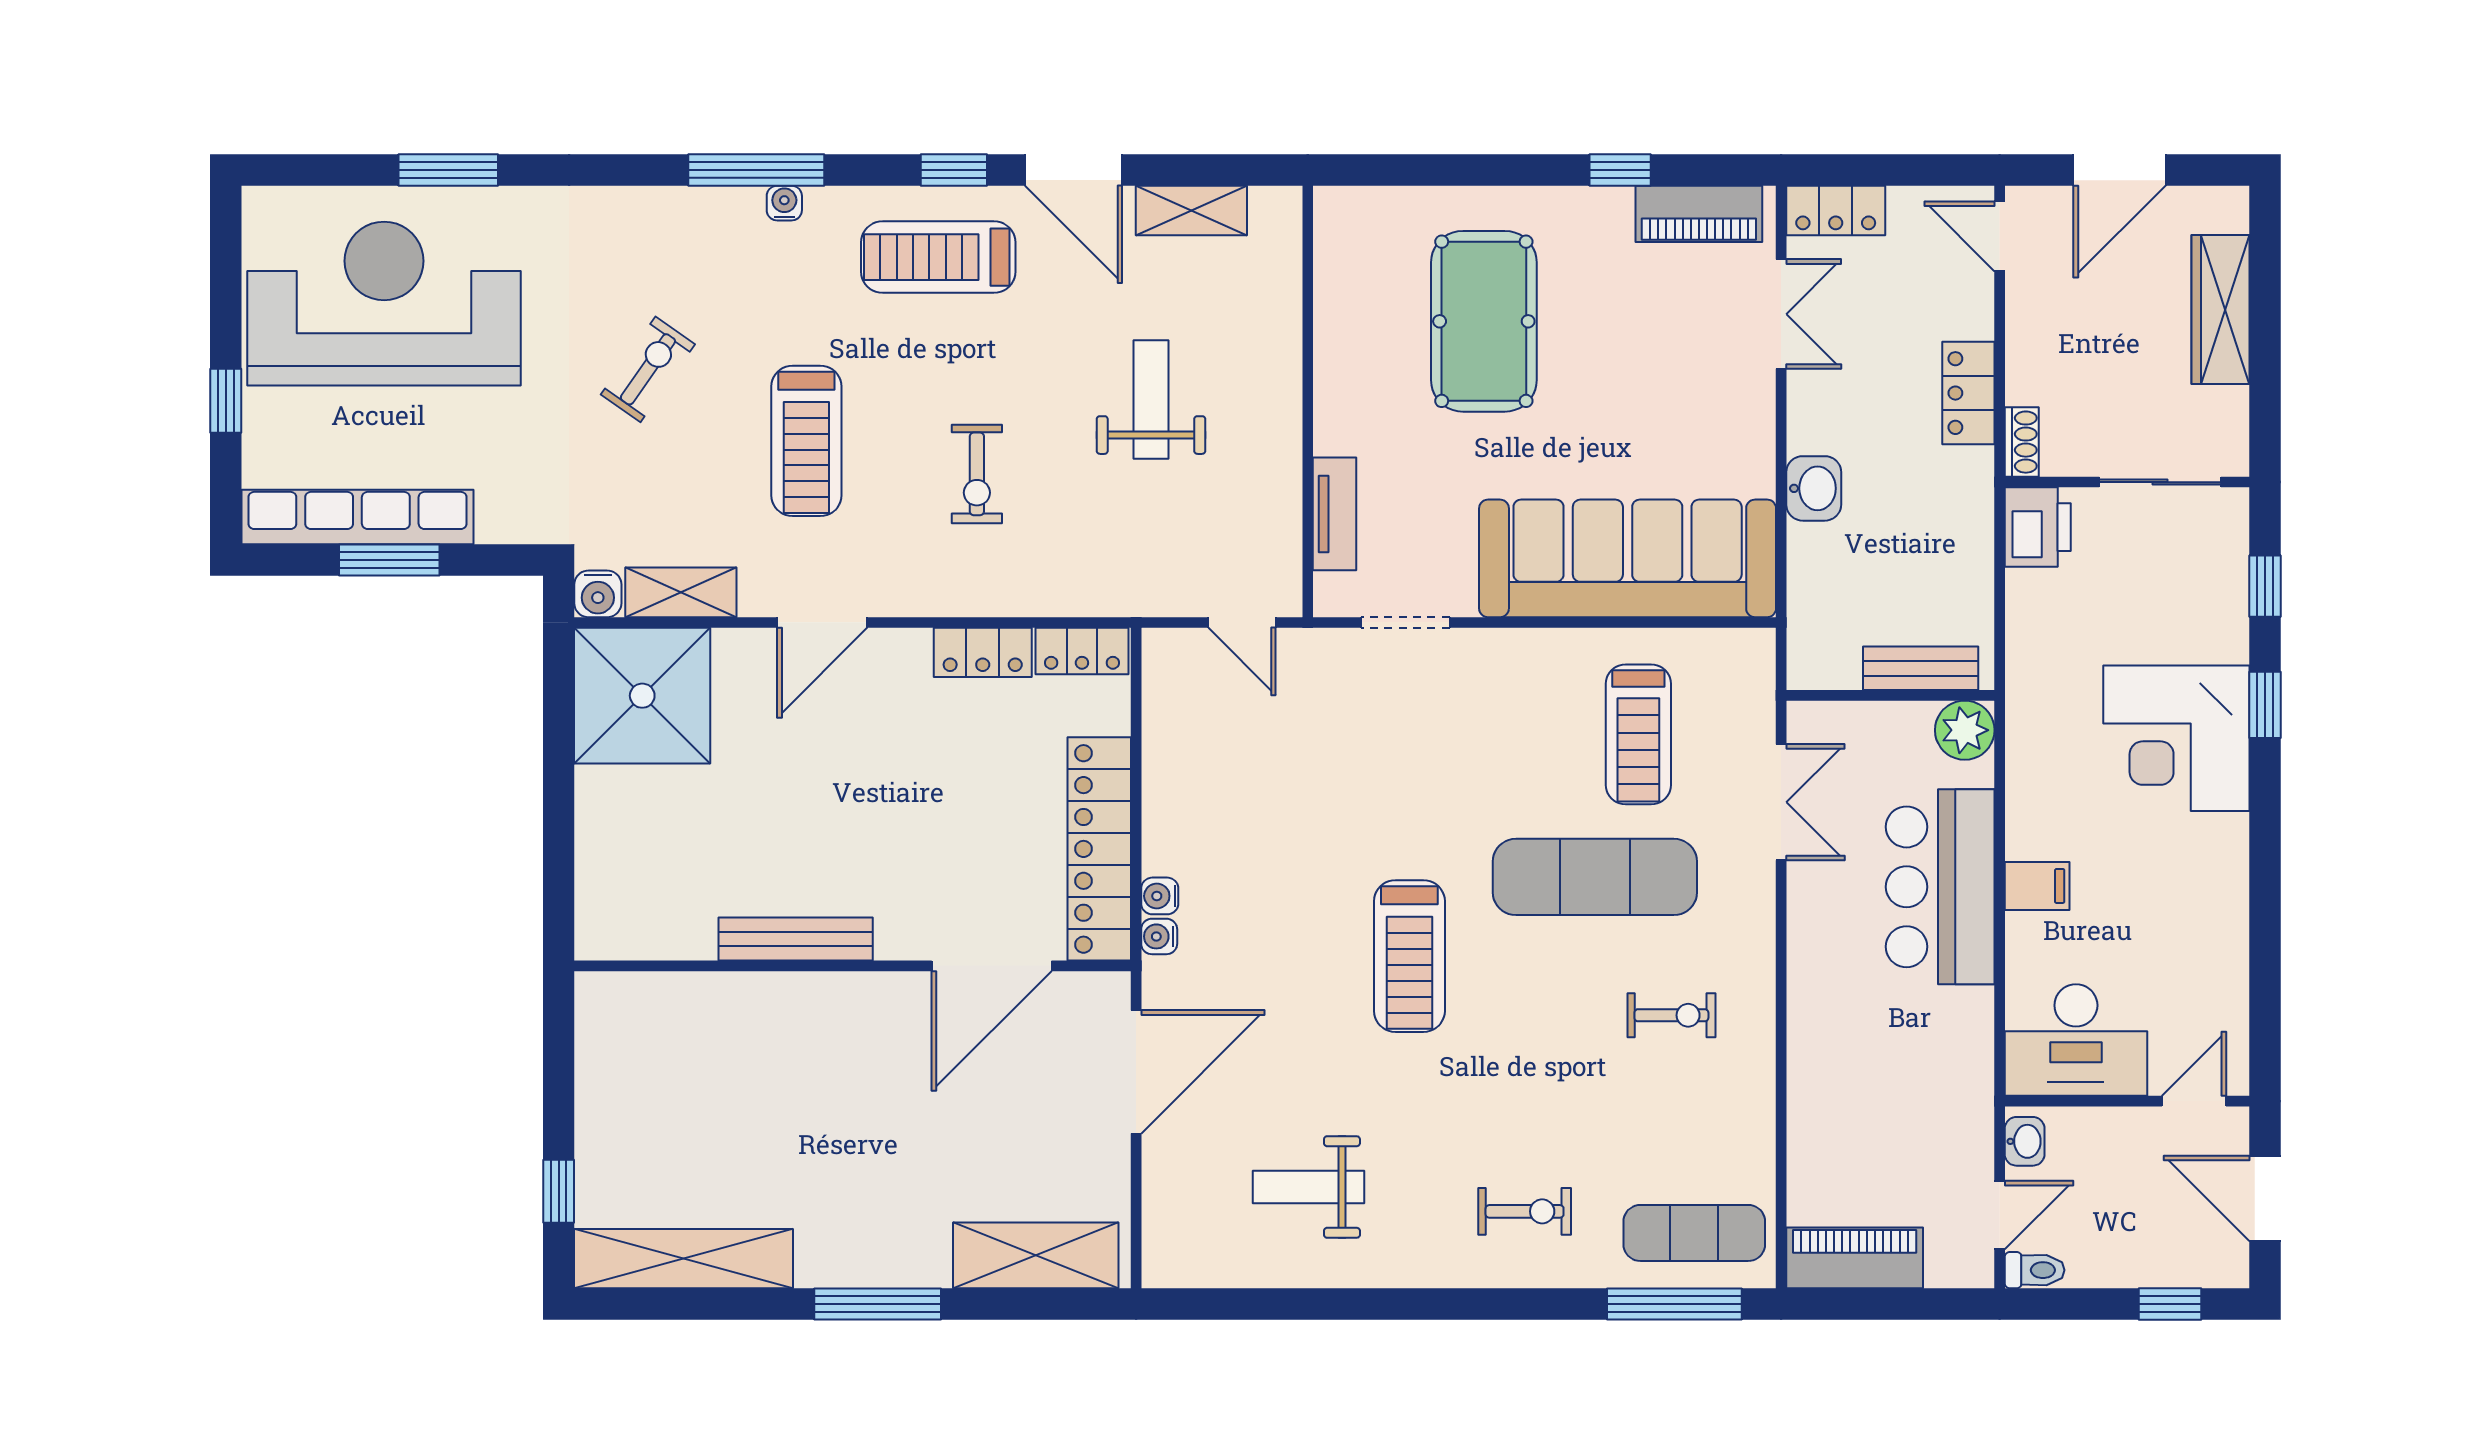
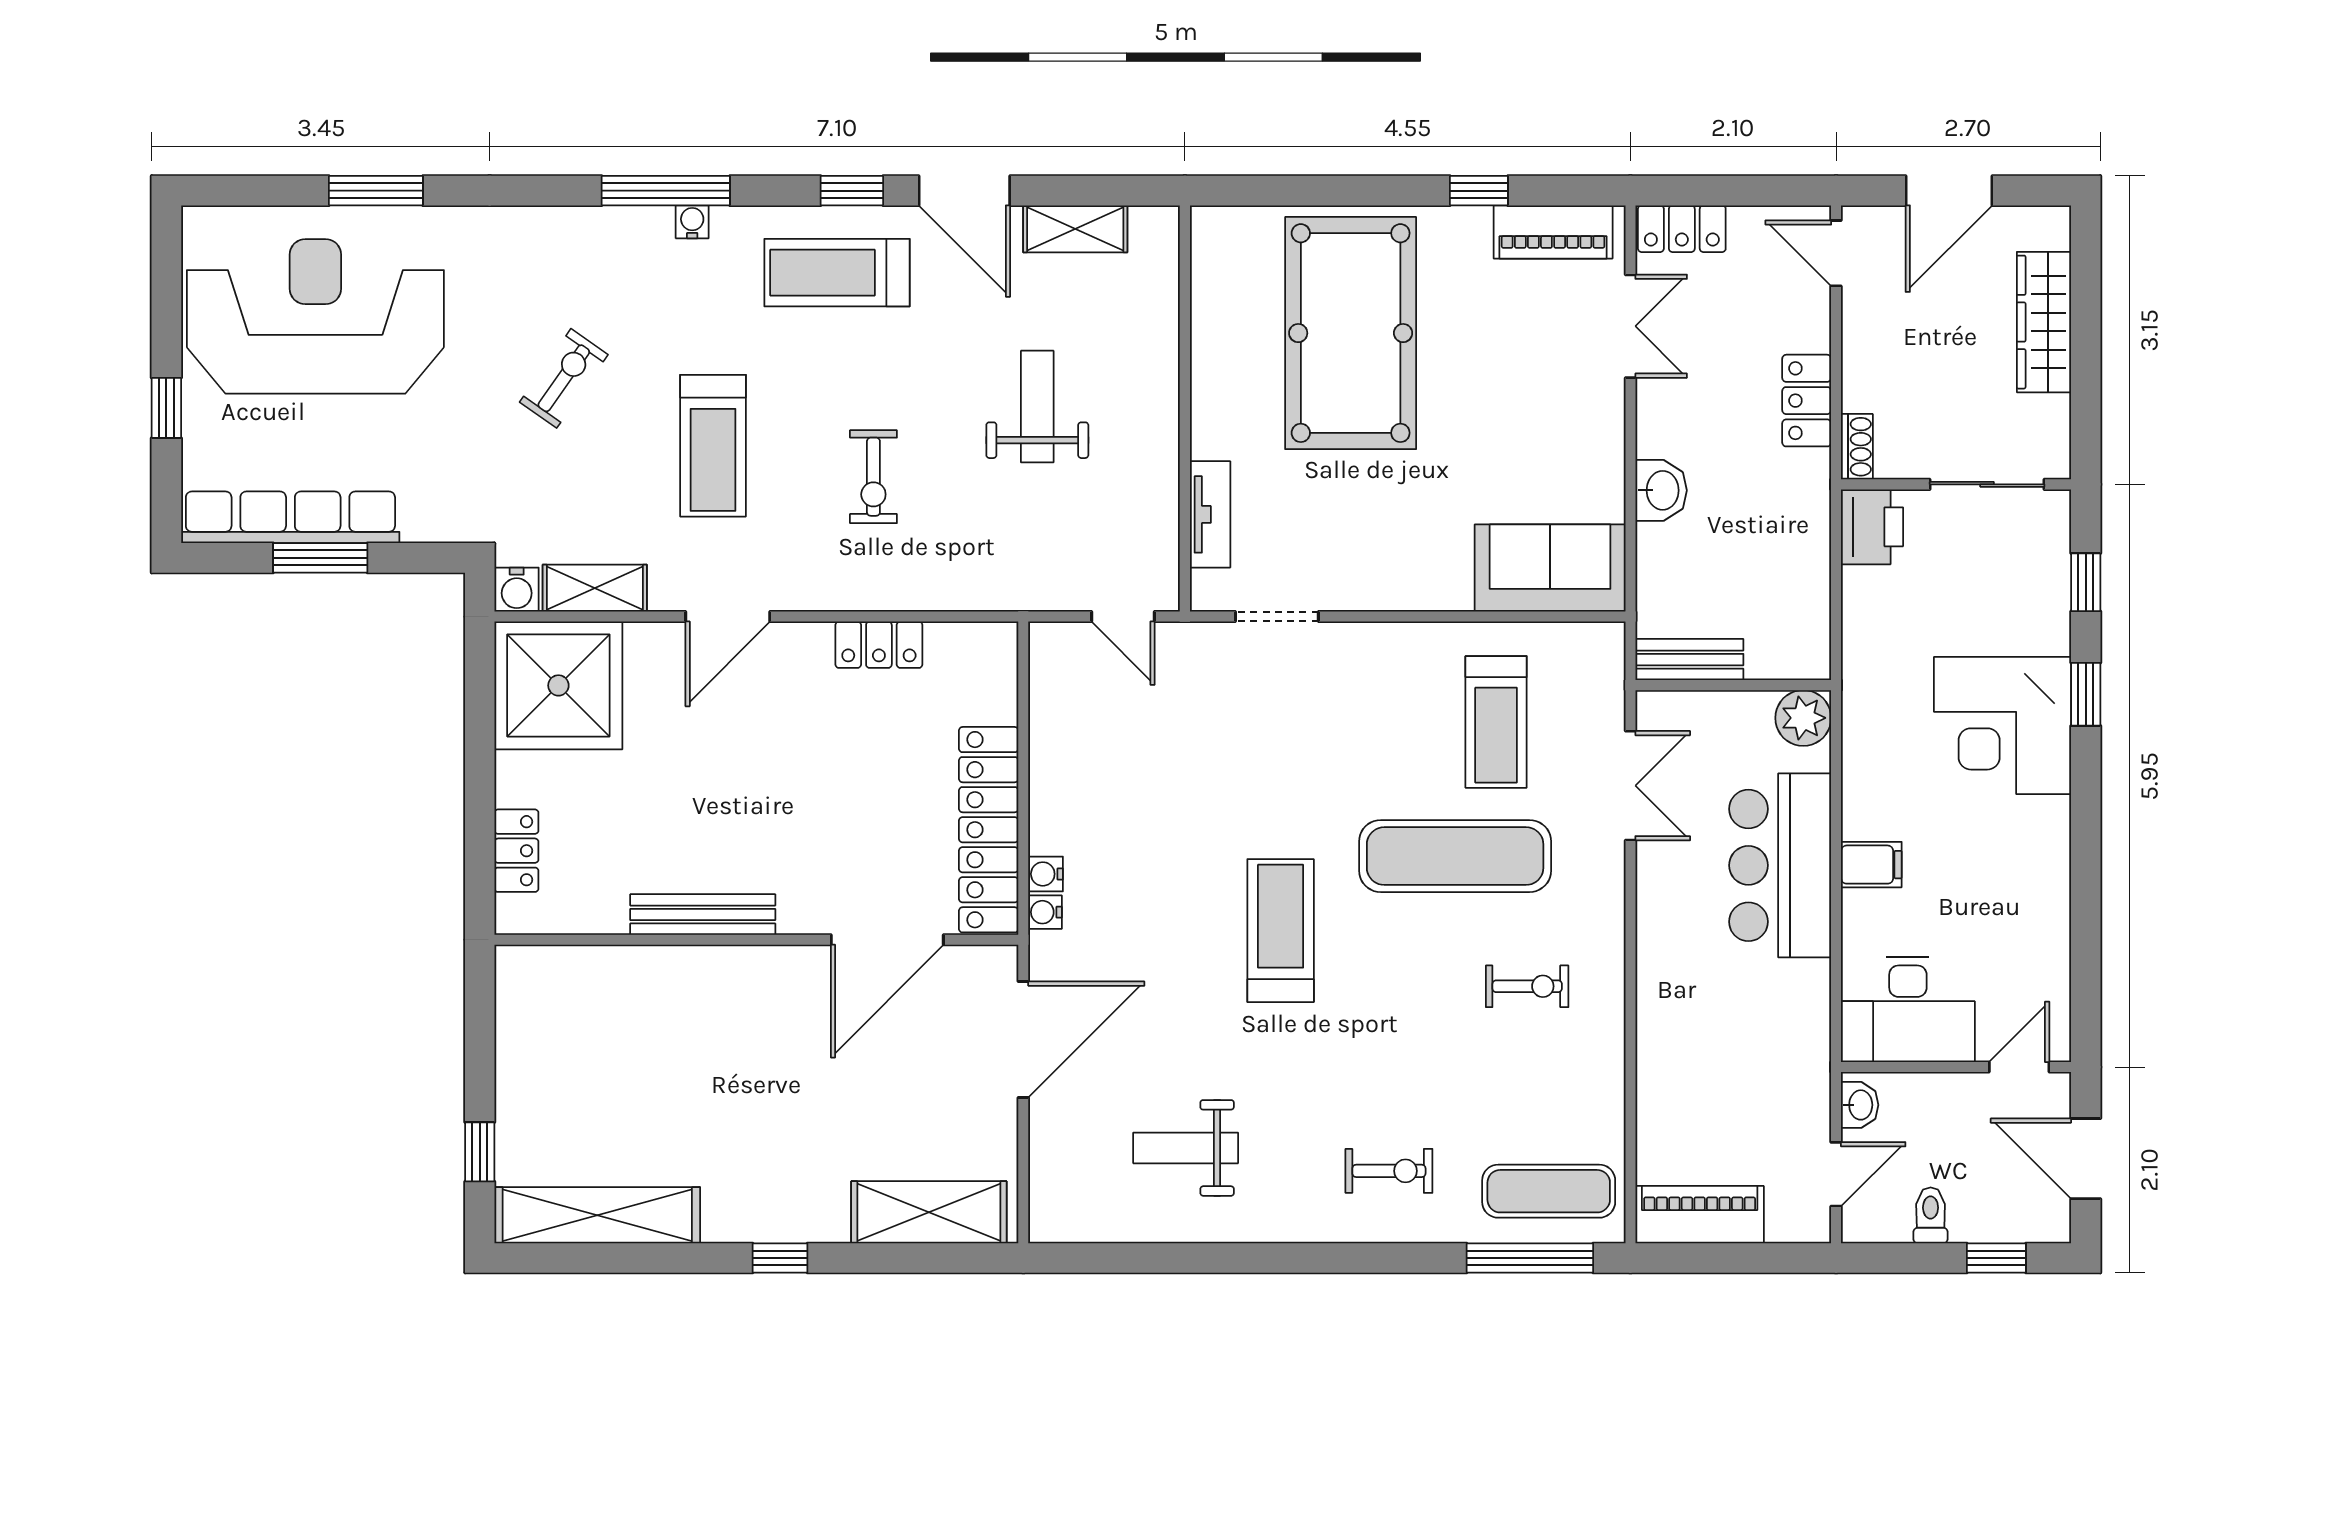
pool table: (1484, 321) -> (1351, 333), width x1.36, depth x1.32
sofa: (1628, 558) -> (1550, 568), width x0.54, depth x0.79
locker: (1082, 651) -> (516, 851), moved, turned -90
bench: (1921, 668) -> (1689, 660), moved
treadmill: (1409, 956) -> (1281, 931), turned 180
toilet: (2035, 1270) -> (1931, 1215), moved, turned -90
window: (878, 1304) -> (780, 1258), width x0.46

